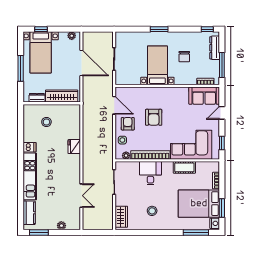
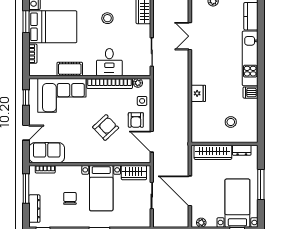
wardrobe: (129, 79) -> (134, 173), added
armchair: (154, 117) -> (106, 127), turned 47

